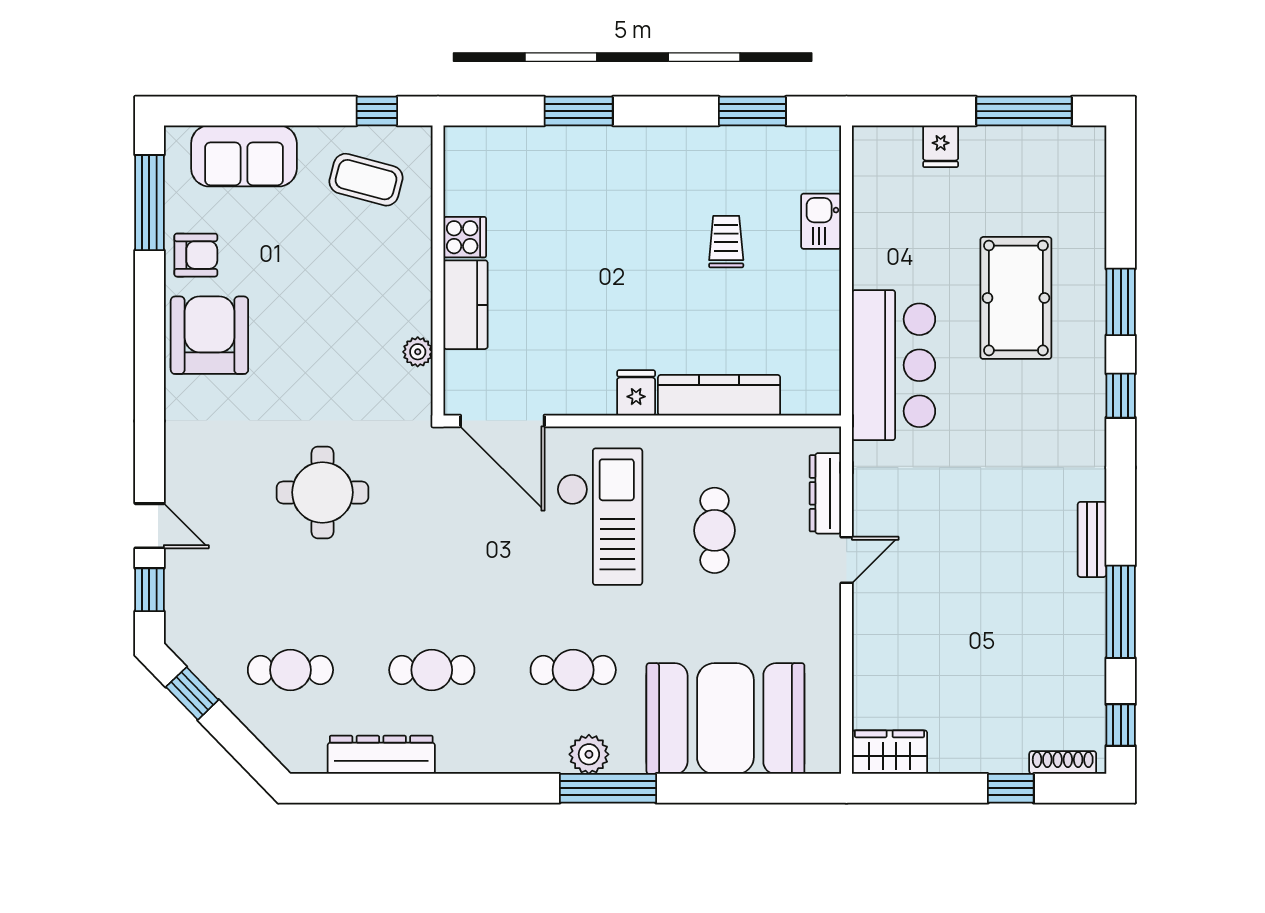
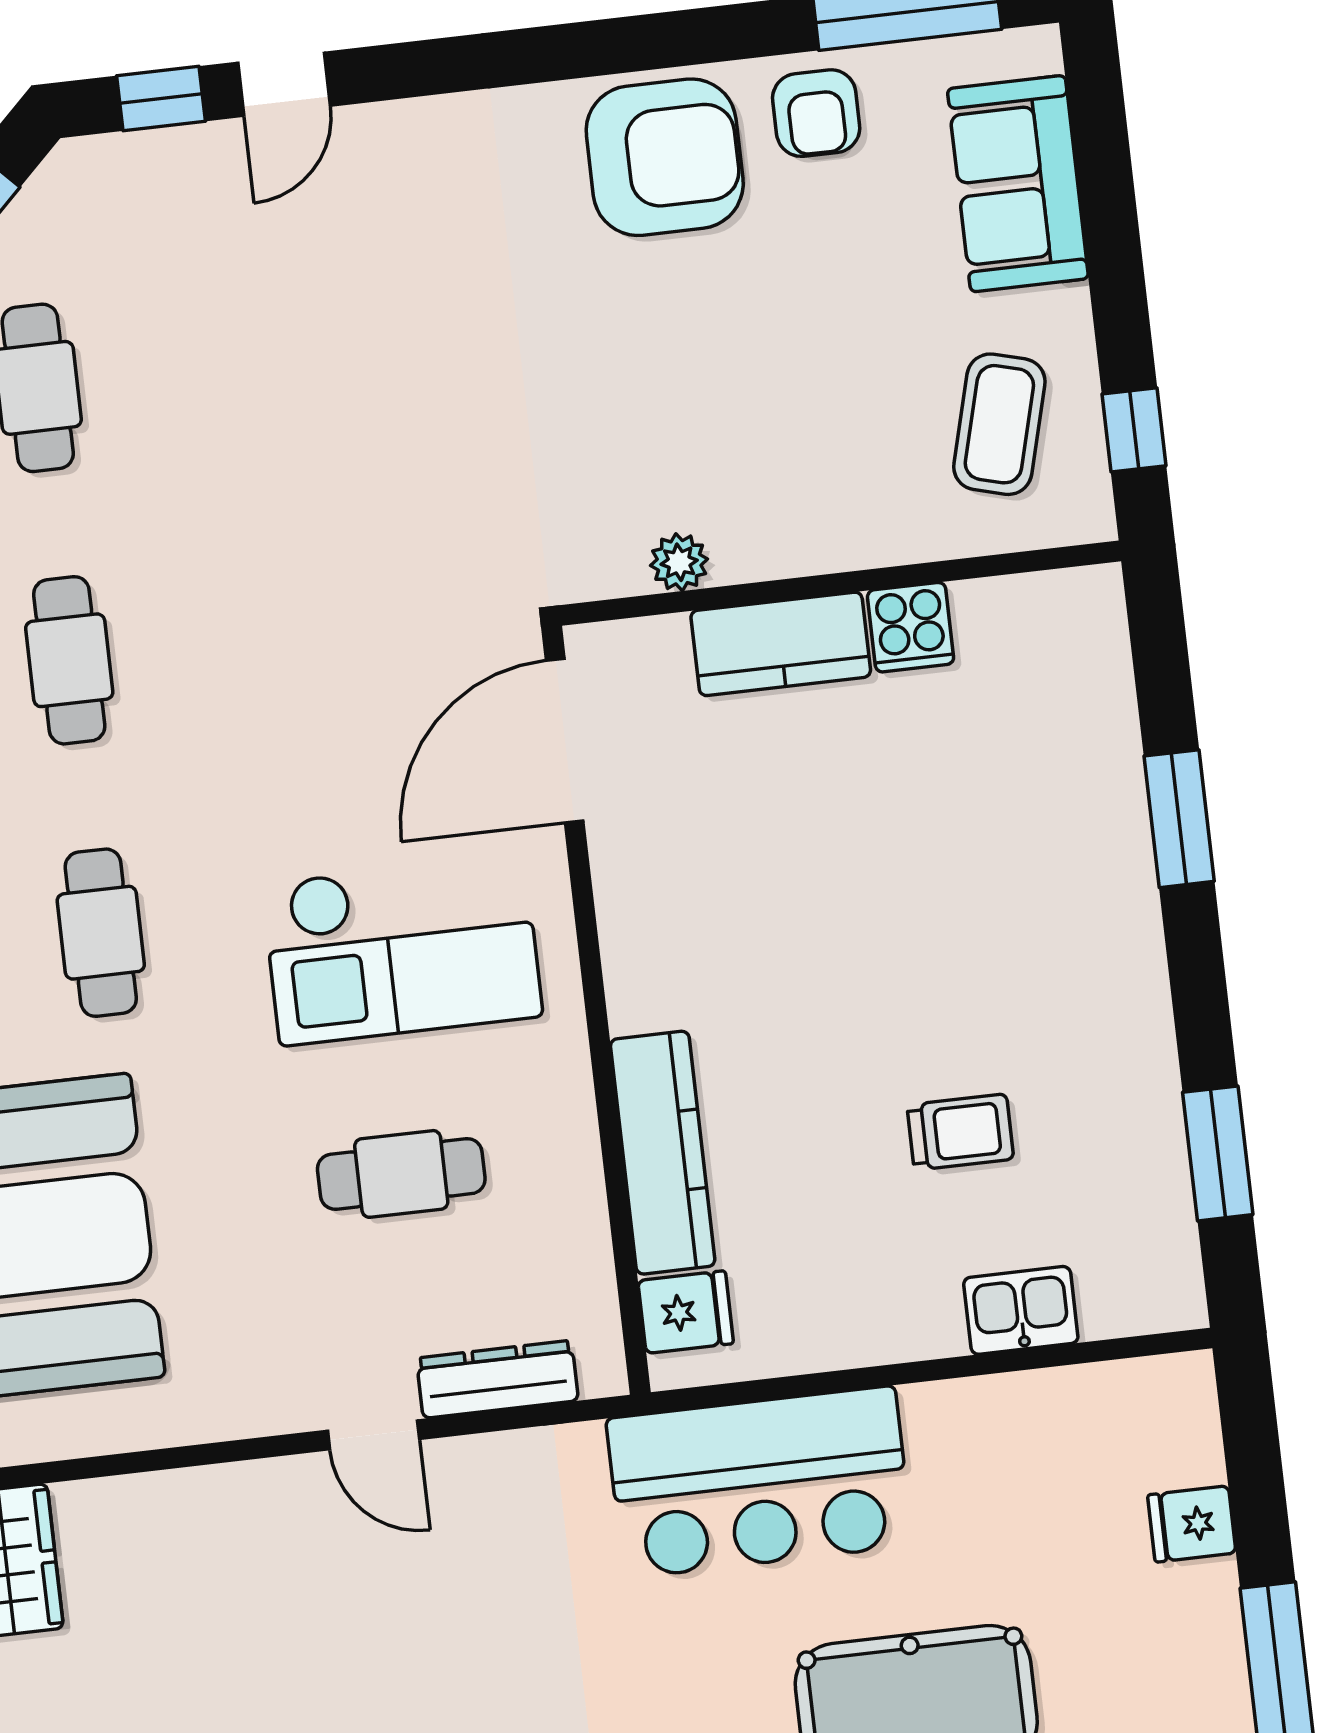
fridge: (636, 393) -> (686, 1312), moved
round table: (322, 492) -> (387, 410), removed

